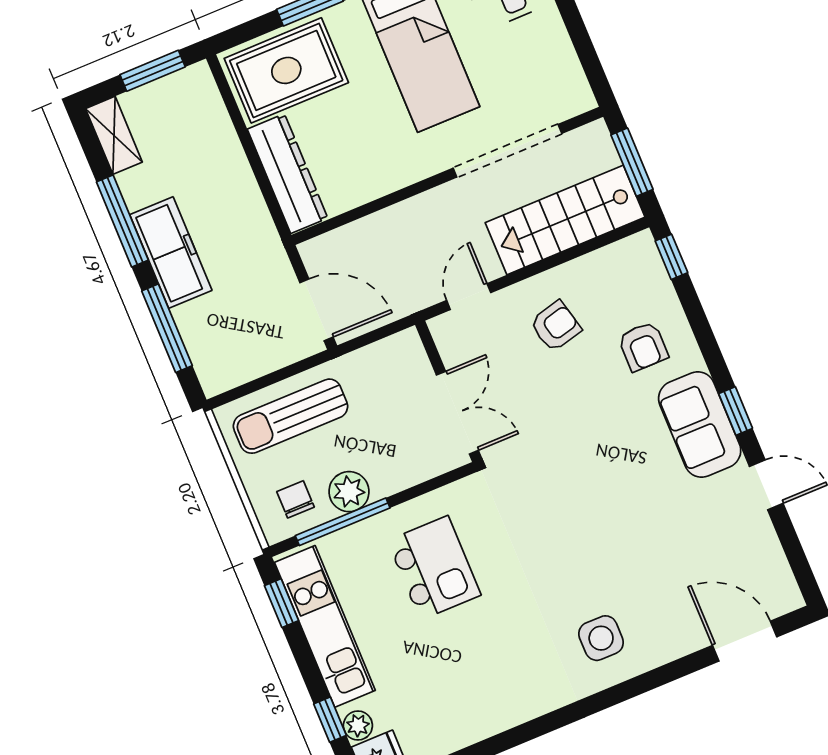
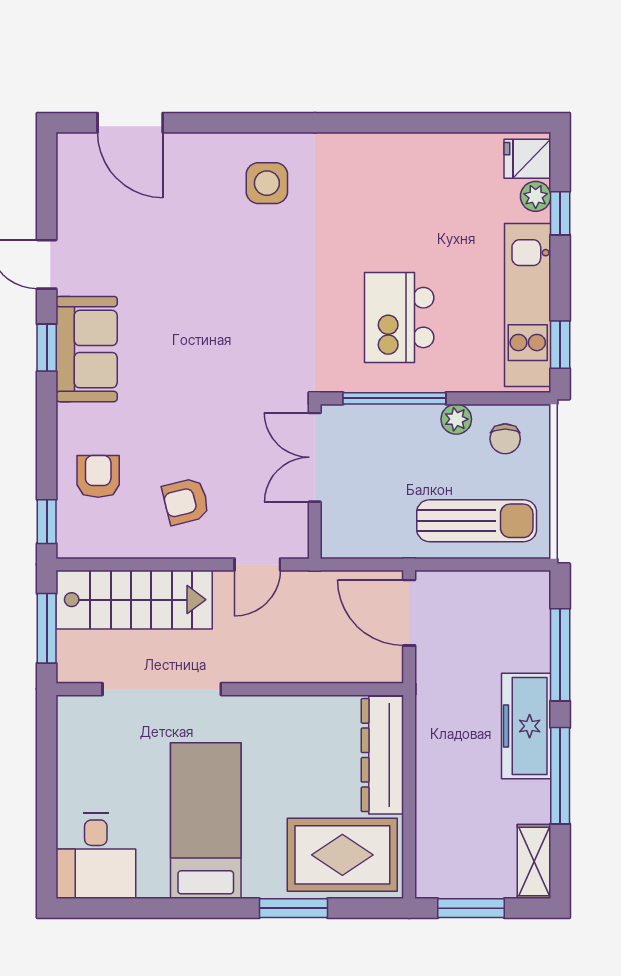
armchair: (643, 346) -> (98, 476), moved
plant: (349, 492) -> (456, 419), width x0.73, depth x0.73
window: (343, 522) -> (394, 398), moved

